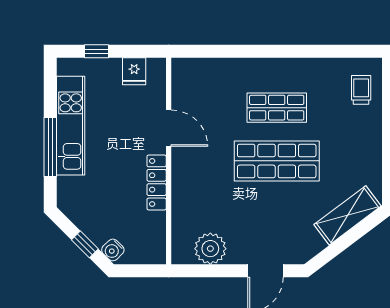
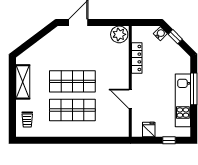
shop shelf: (277, 108) -> (72, 110), width x1.43, depth x1.36
locker: (157, 182) -> (137, 58), moved
shelving: (348, 215) -> (23, 82), moved, turned -53
plant: (210, 249) -> (119, 34), moved

